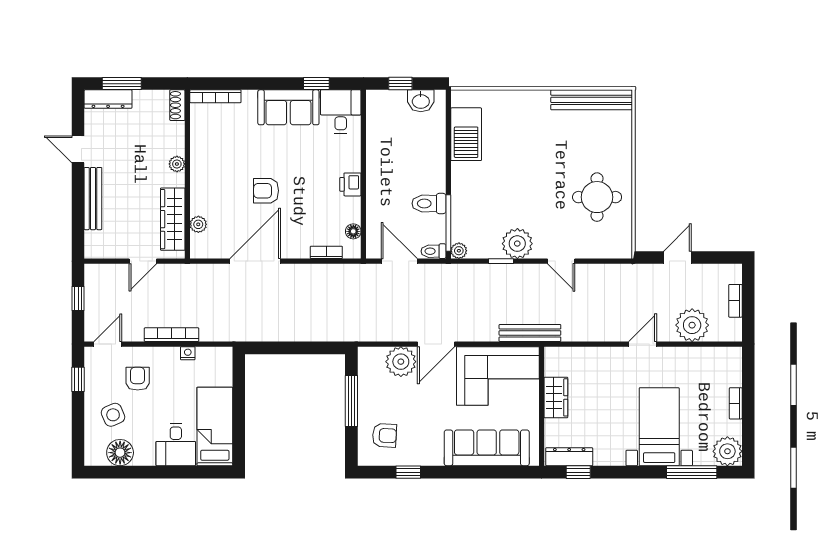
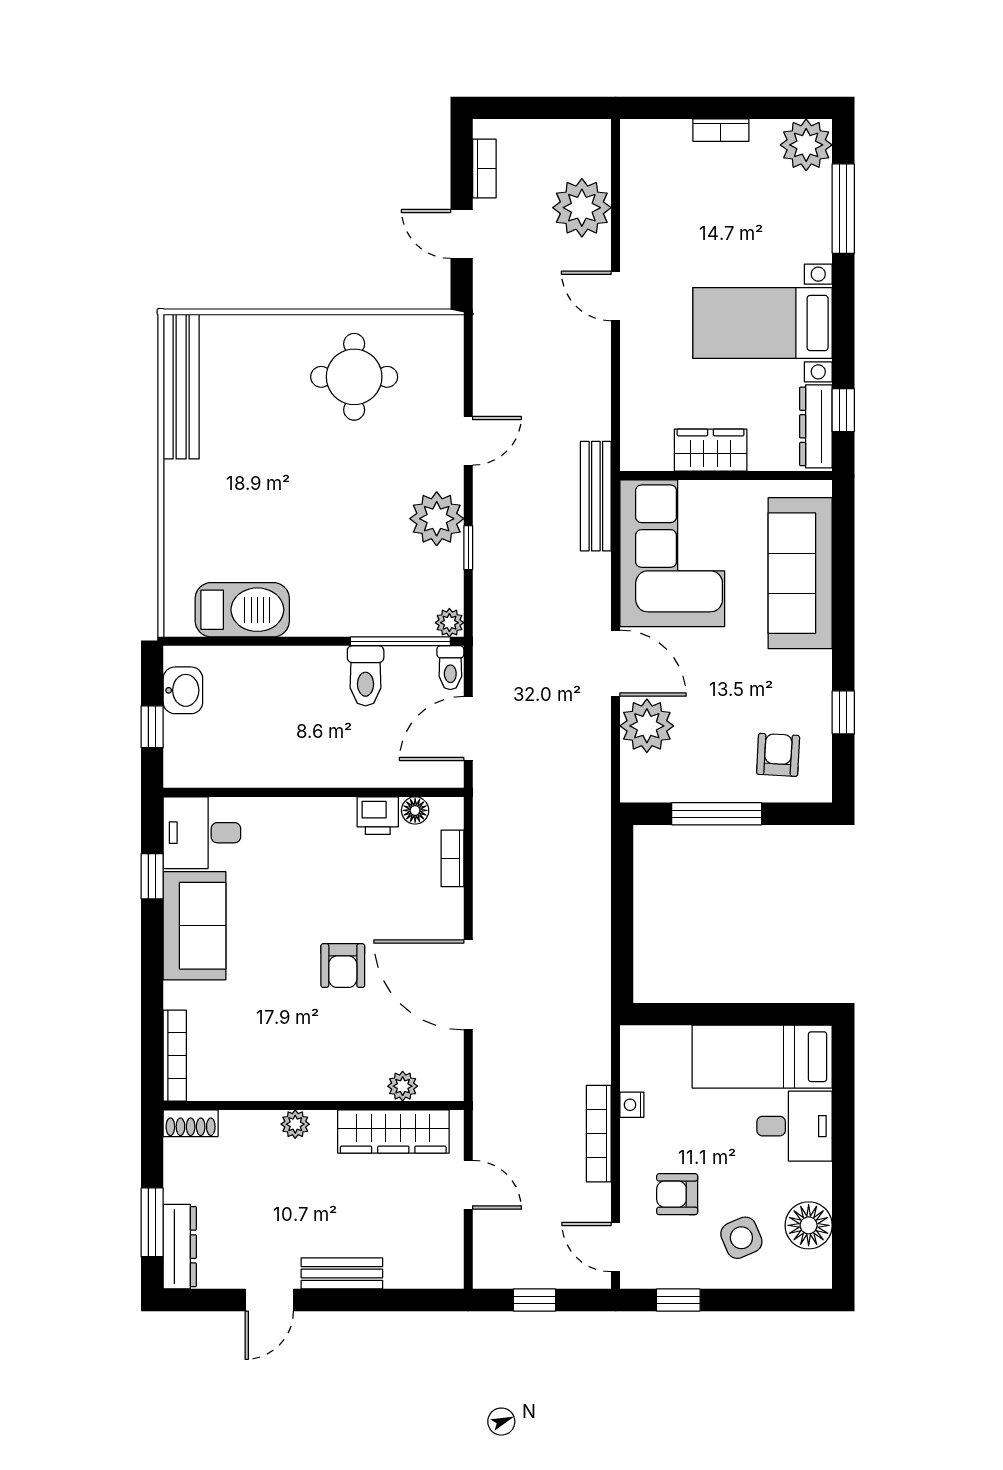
printer: (350, 184) -> (378, 816), moved
bench: (93, 199) -> (342, 1273), width x0.73
bookcase: (735, 301) -> (484, 169), moved, turned -90
bed with nightstands: (659, 427) -> (763, 323), moved

